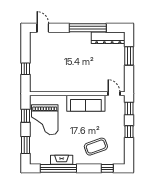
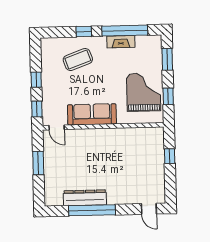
dresser: (108, 38) -> (85, 198), moved
window: (129, 56) -> (38, 163), moved
window: (107, 168) -> (84, 32), moved

